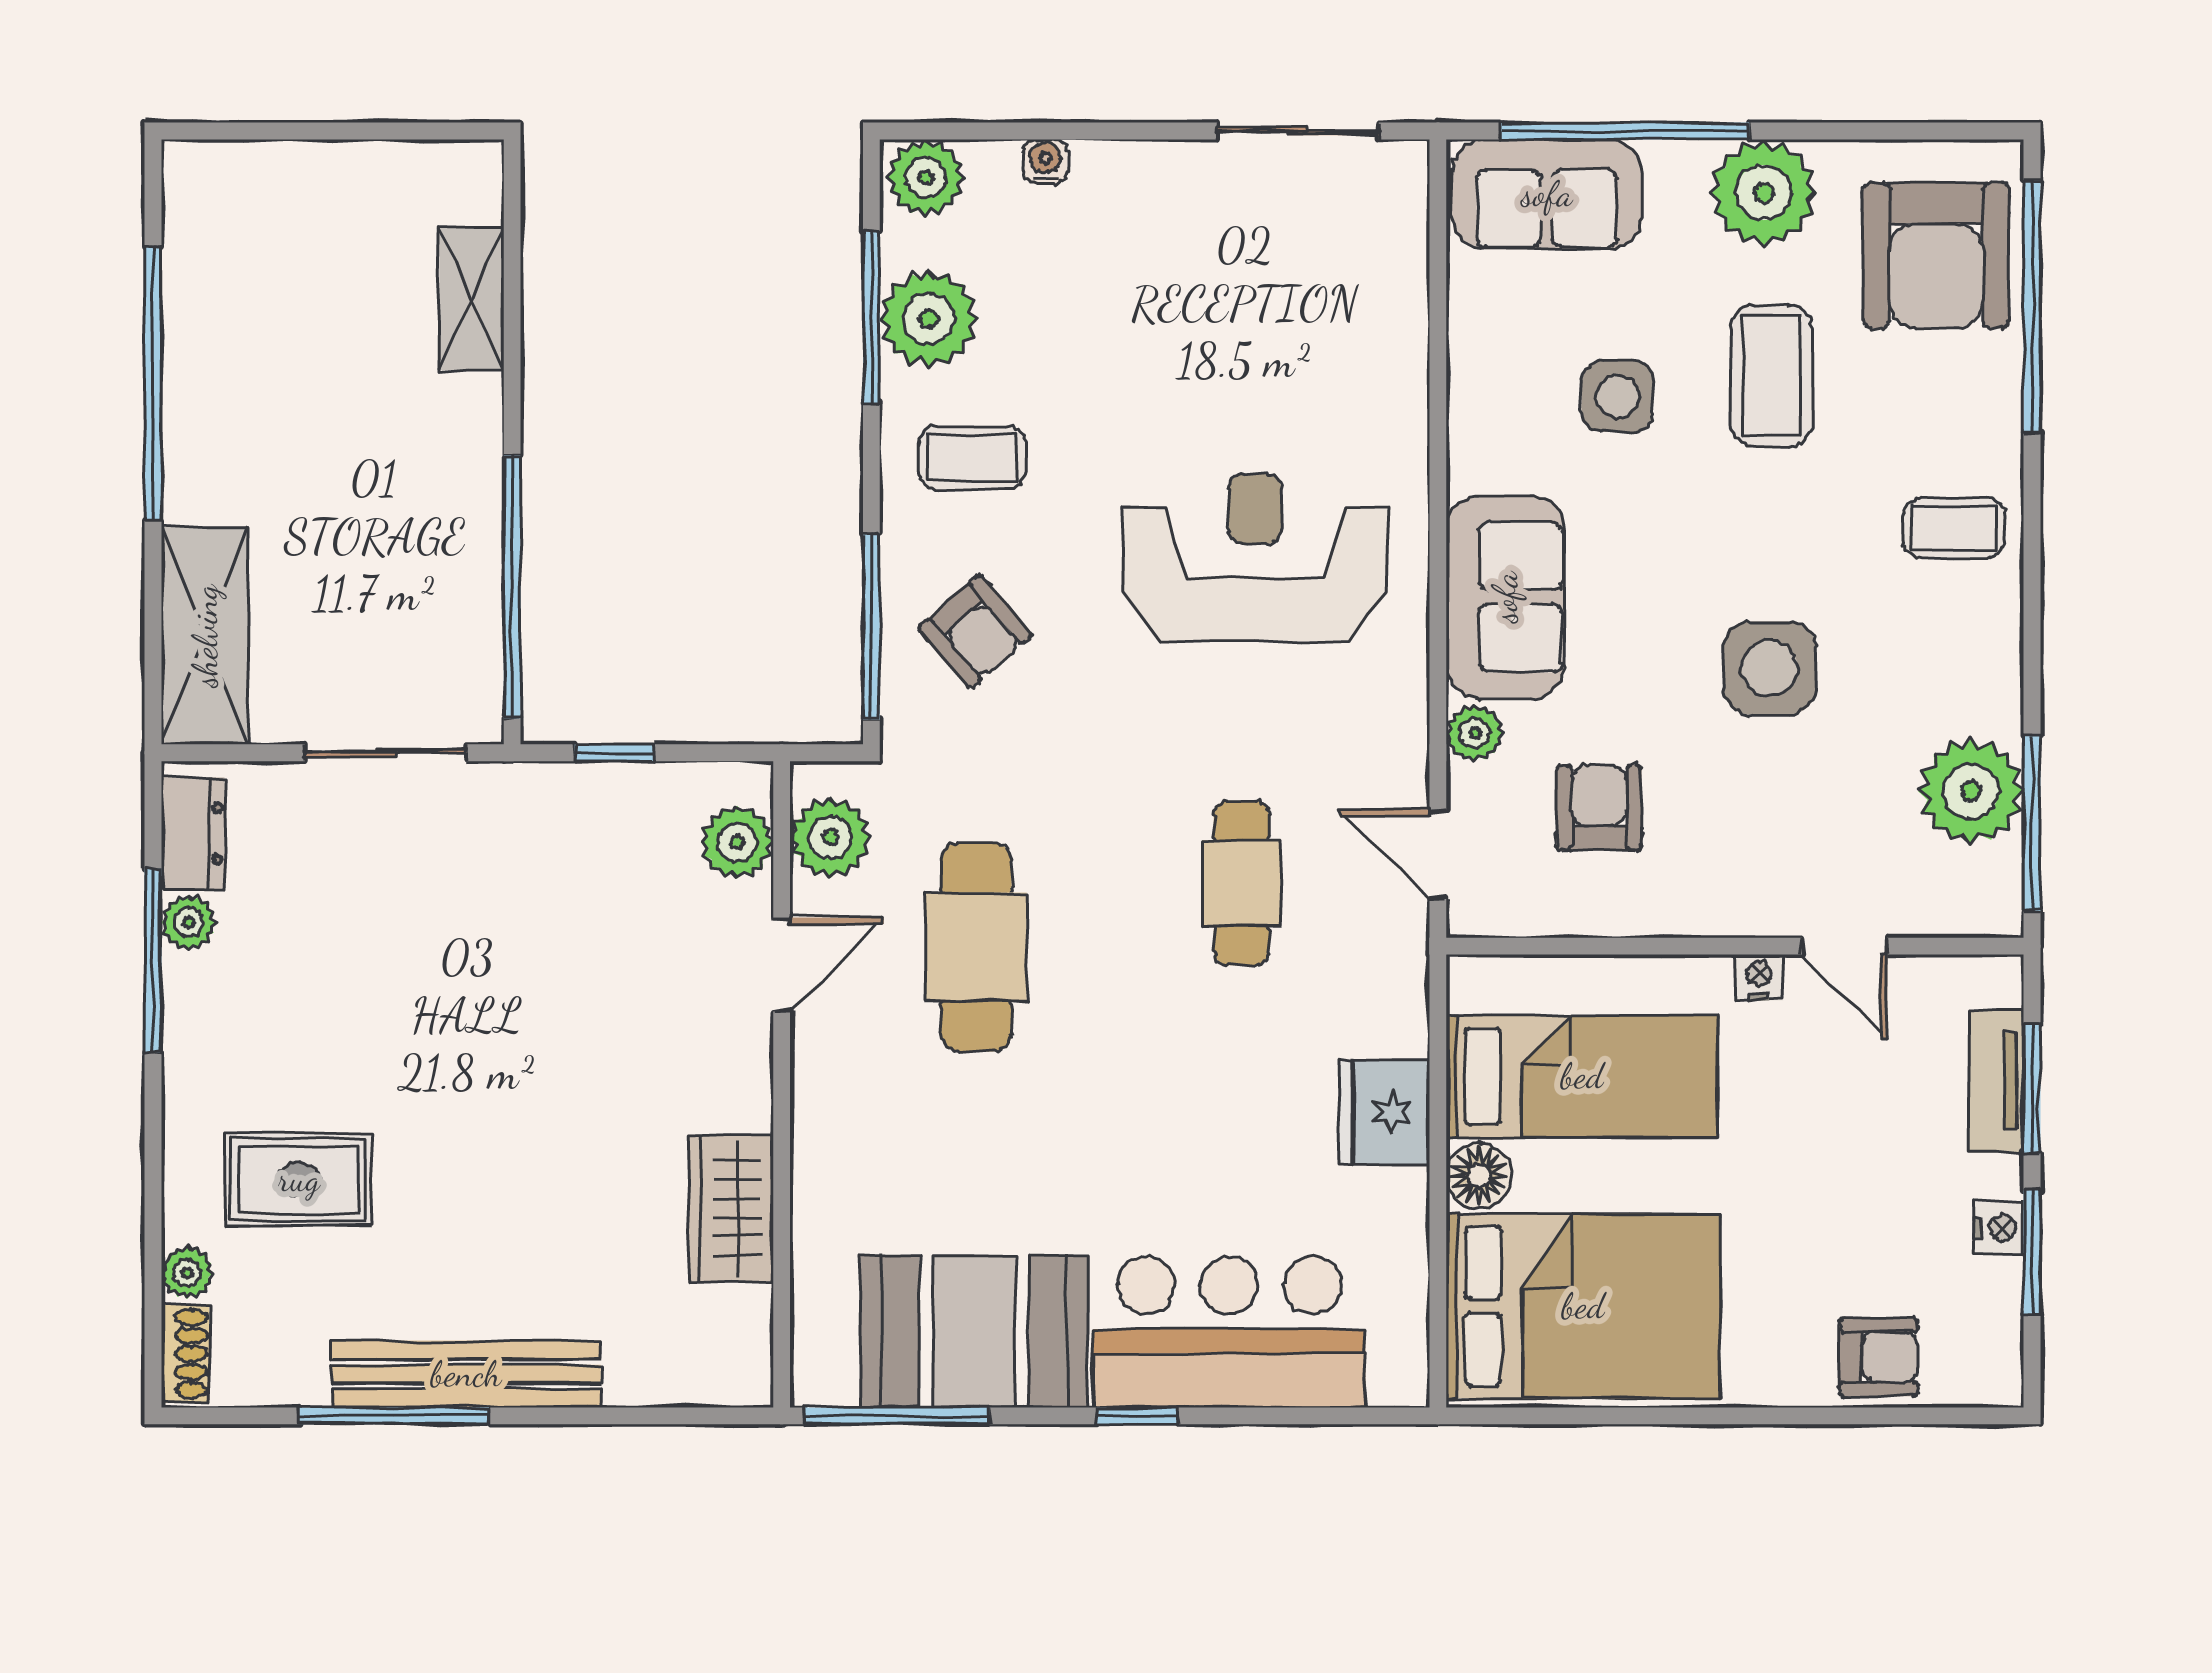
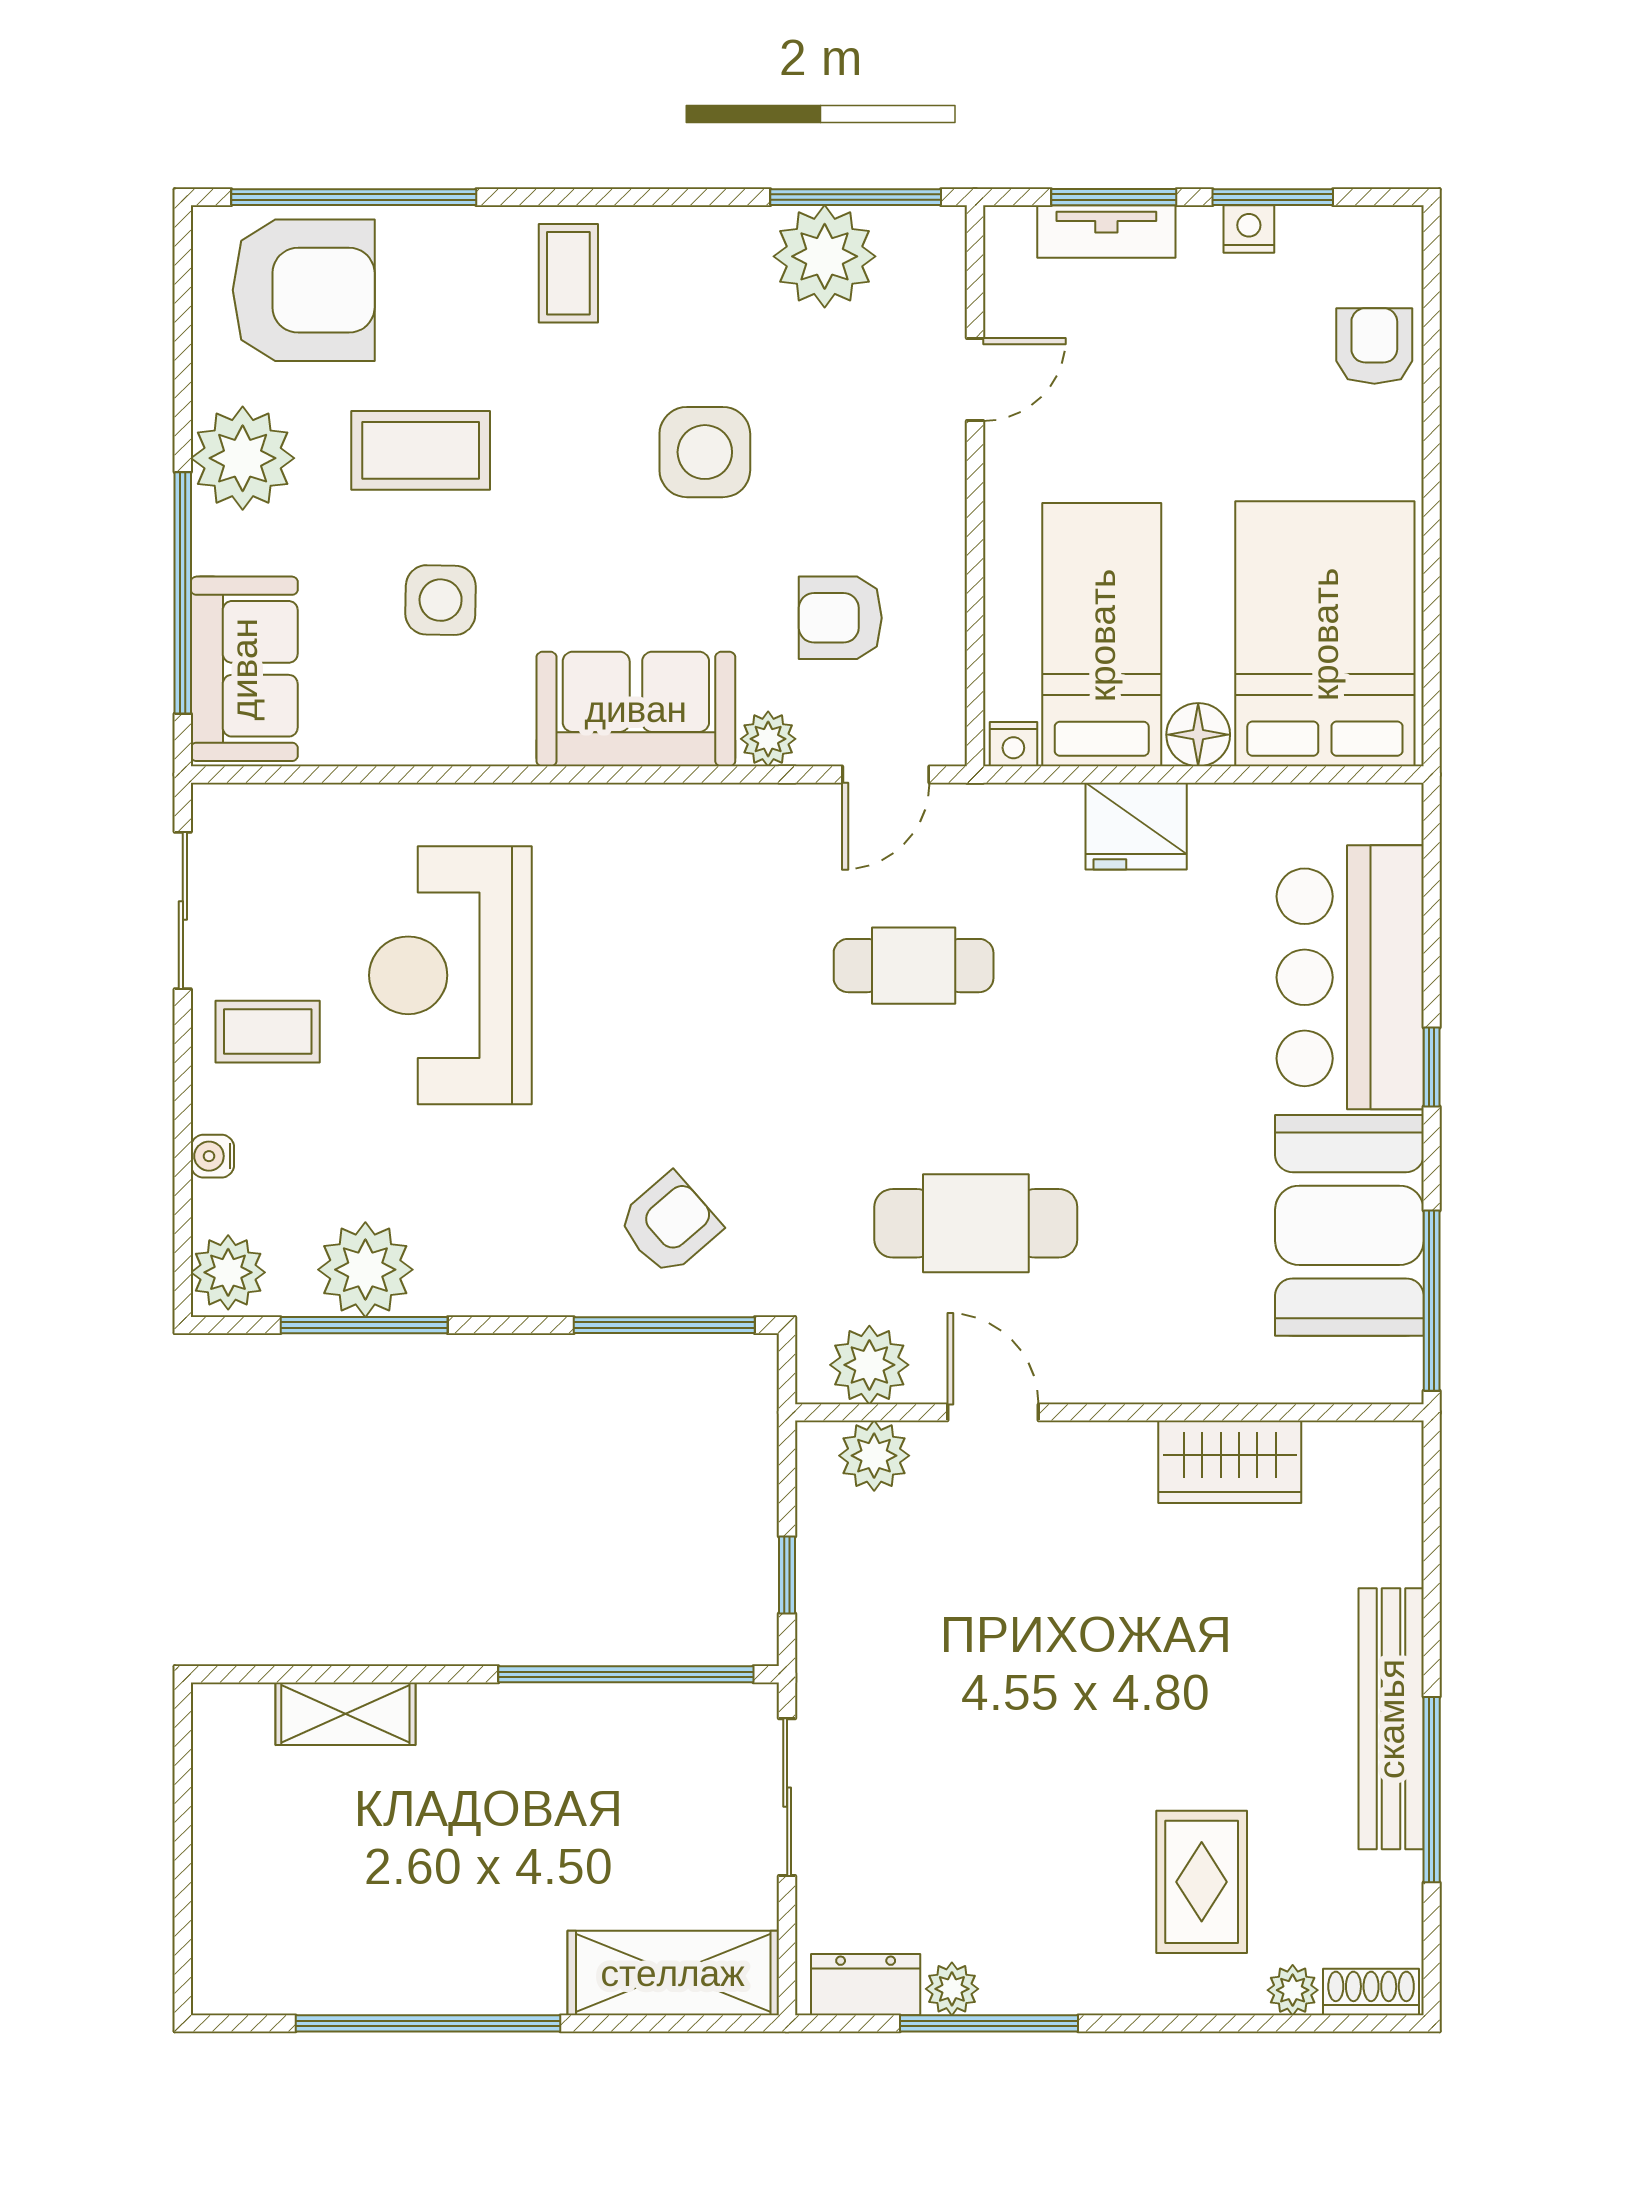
coffee table: (972, 457) -> (268, 1032), moved, turned 90
reception desk: (1255, 557) -> (450, 975), moved
nightstand: (1759, 977) -> (1013, 744), moved, turned -90

